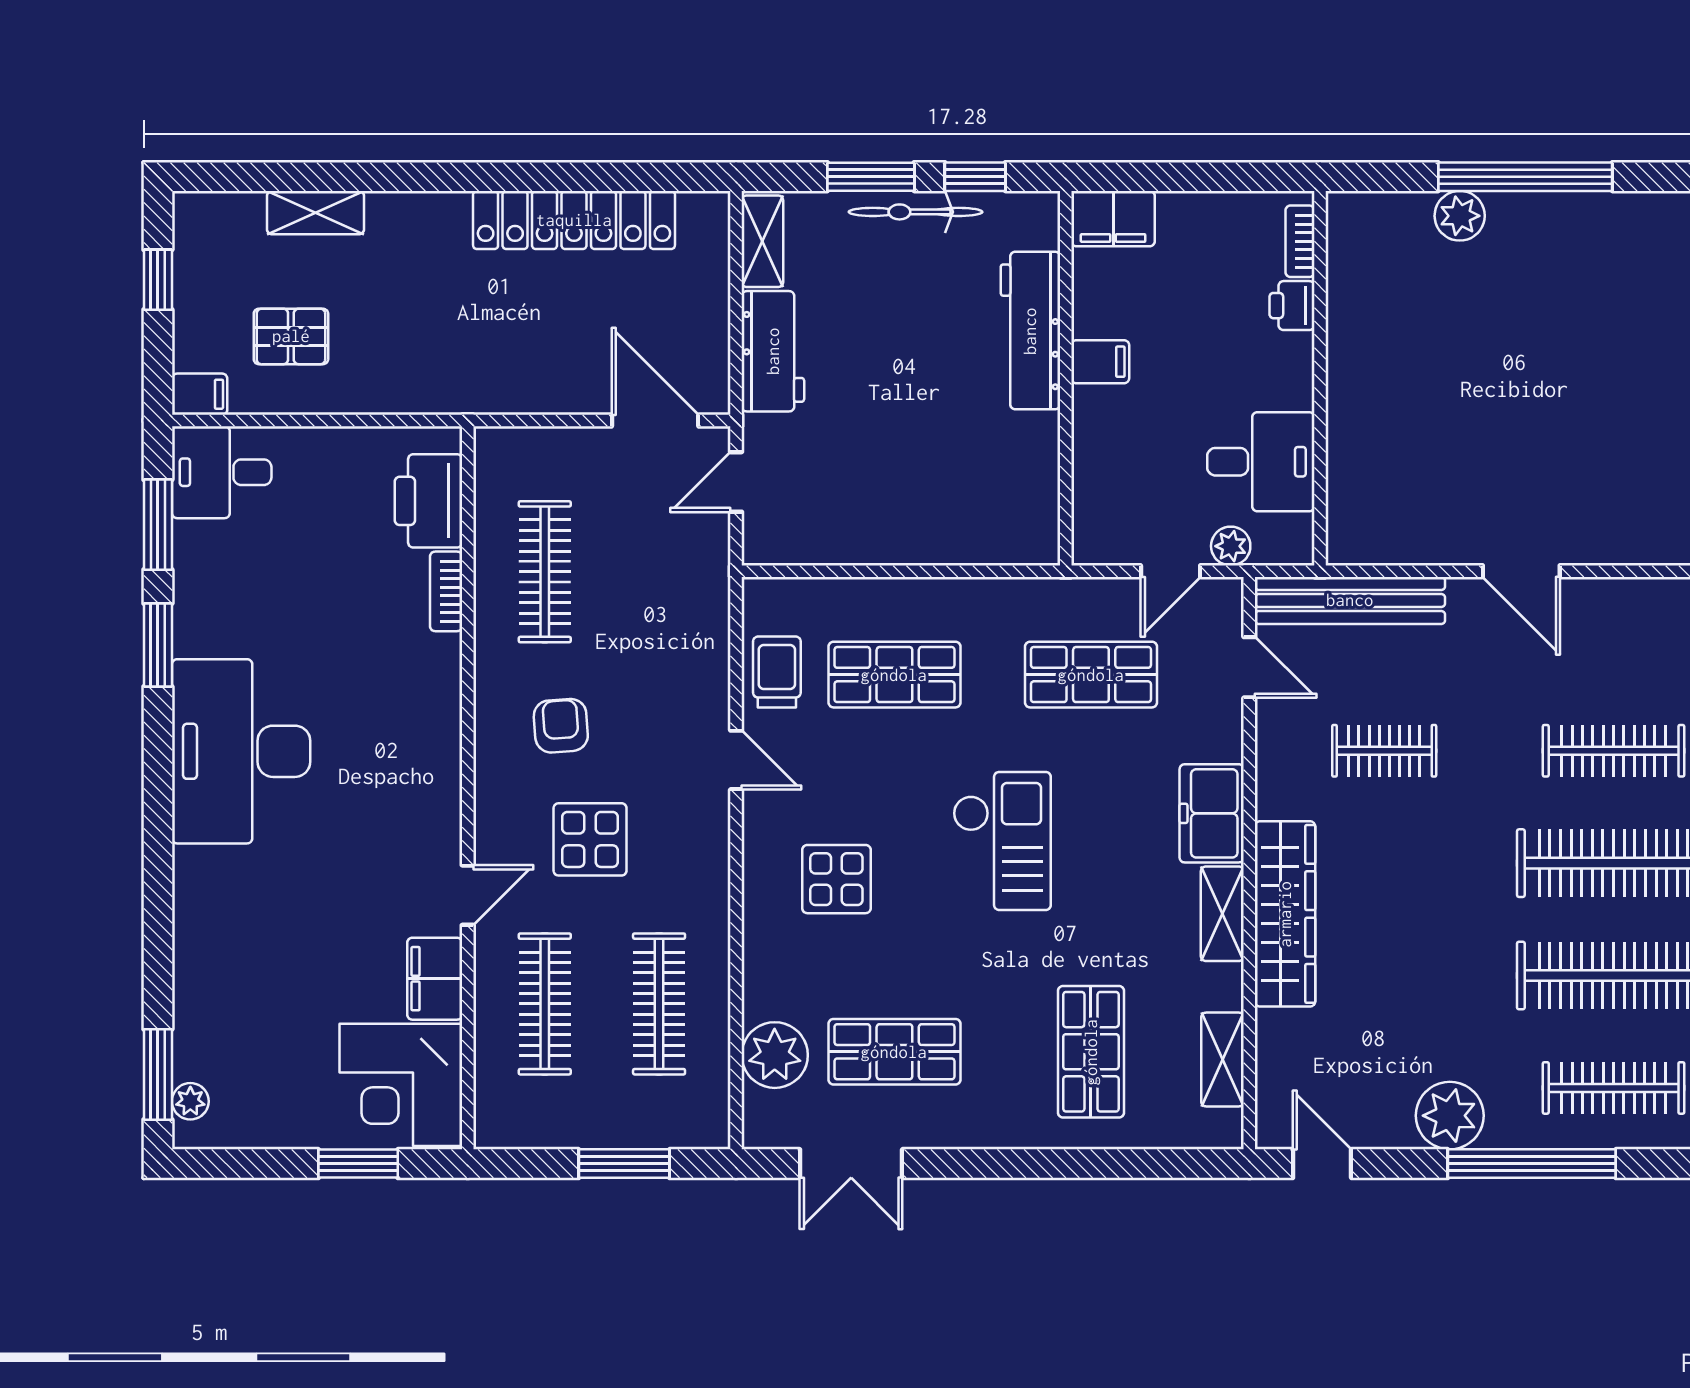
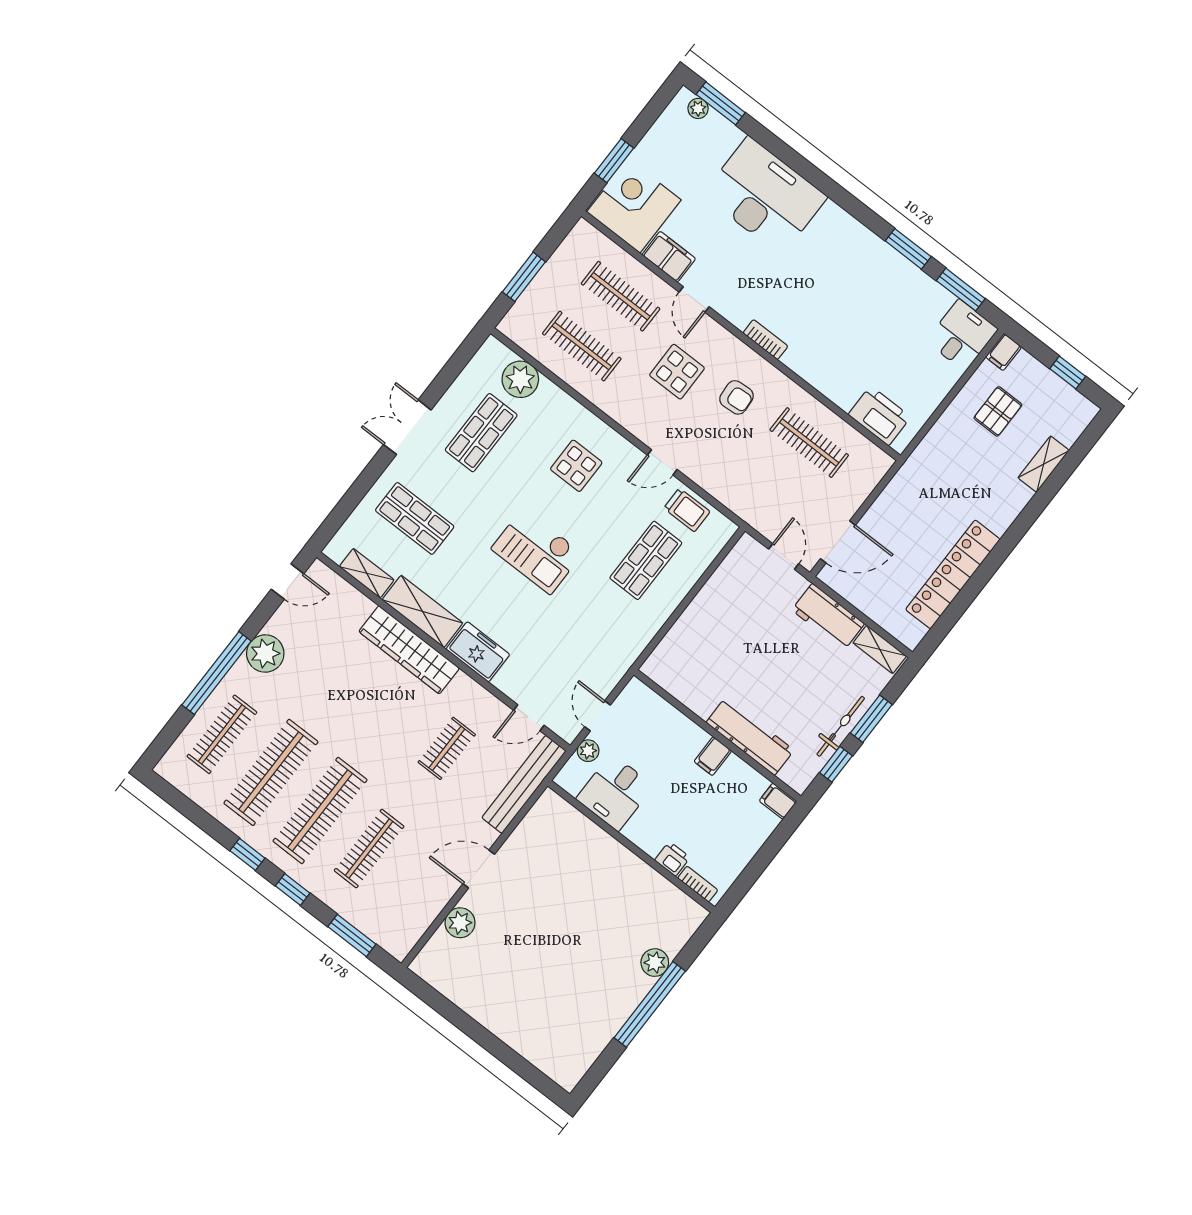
filing cabinet: (1113, 219) -> (778, 801), width x0.50
plant: (1619, 538) -> (460, 923), added
bookcase: (446, 591) -> (765, 340), moved
shop shelf: (1091, 675) -> (579, 646), removed
desk: (241, 751) -> (765, 196), moved
shelving: (1222, 914) -> (422, 611), width x1.50, depth x1.33
double door: (851, 1164) -> (407, 427), moved

